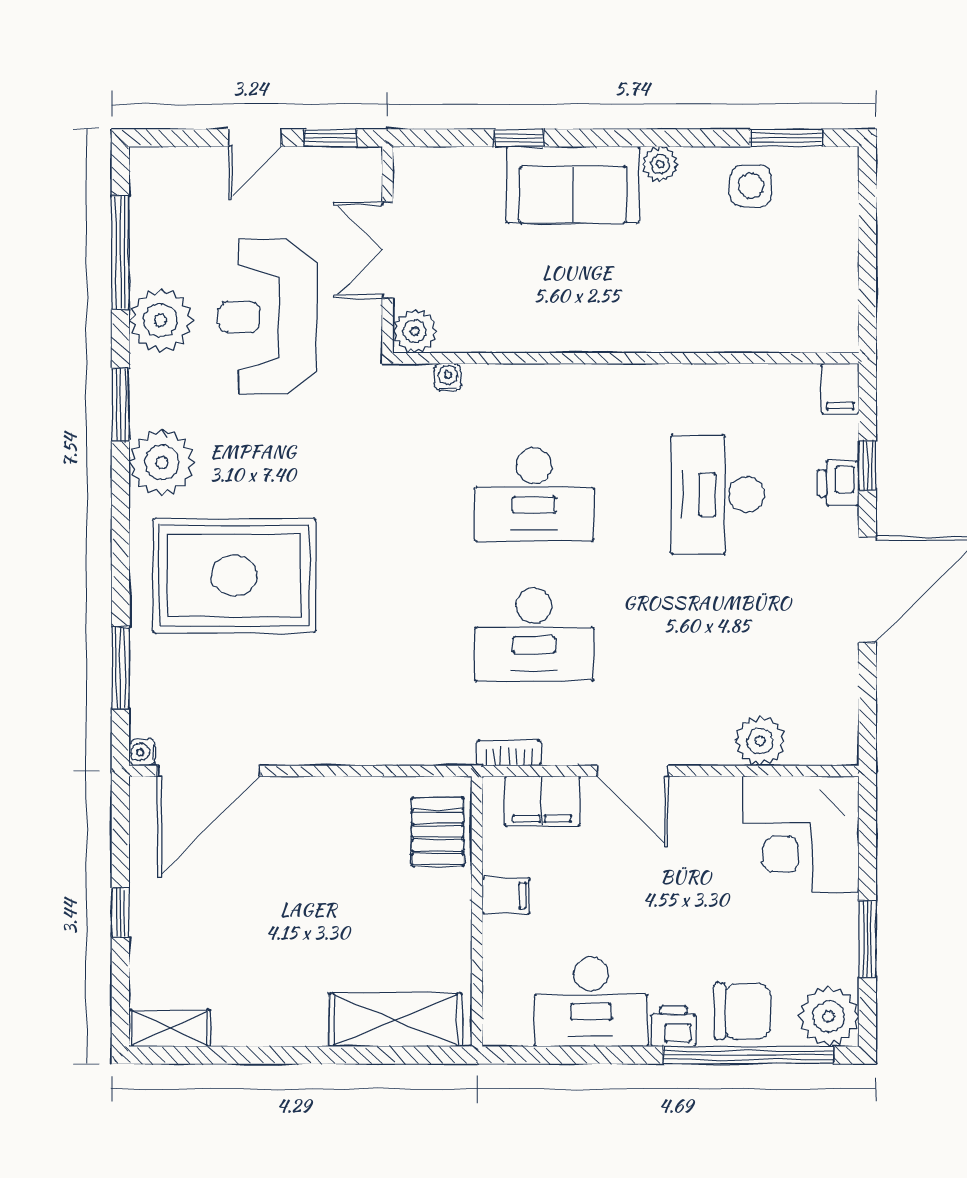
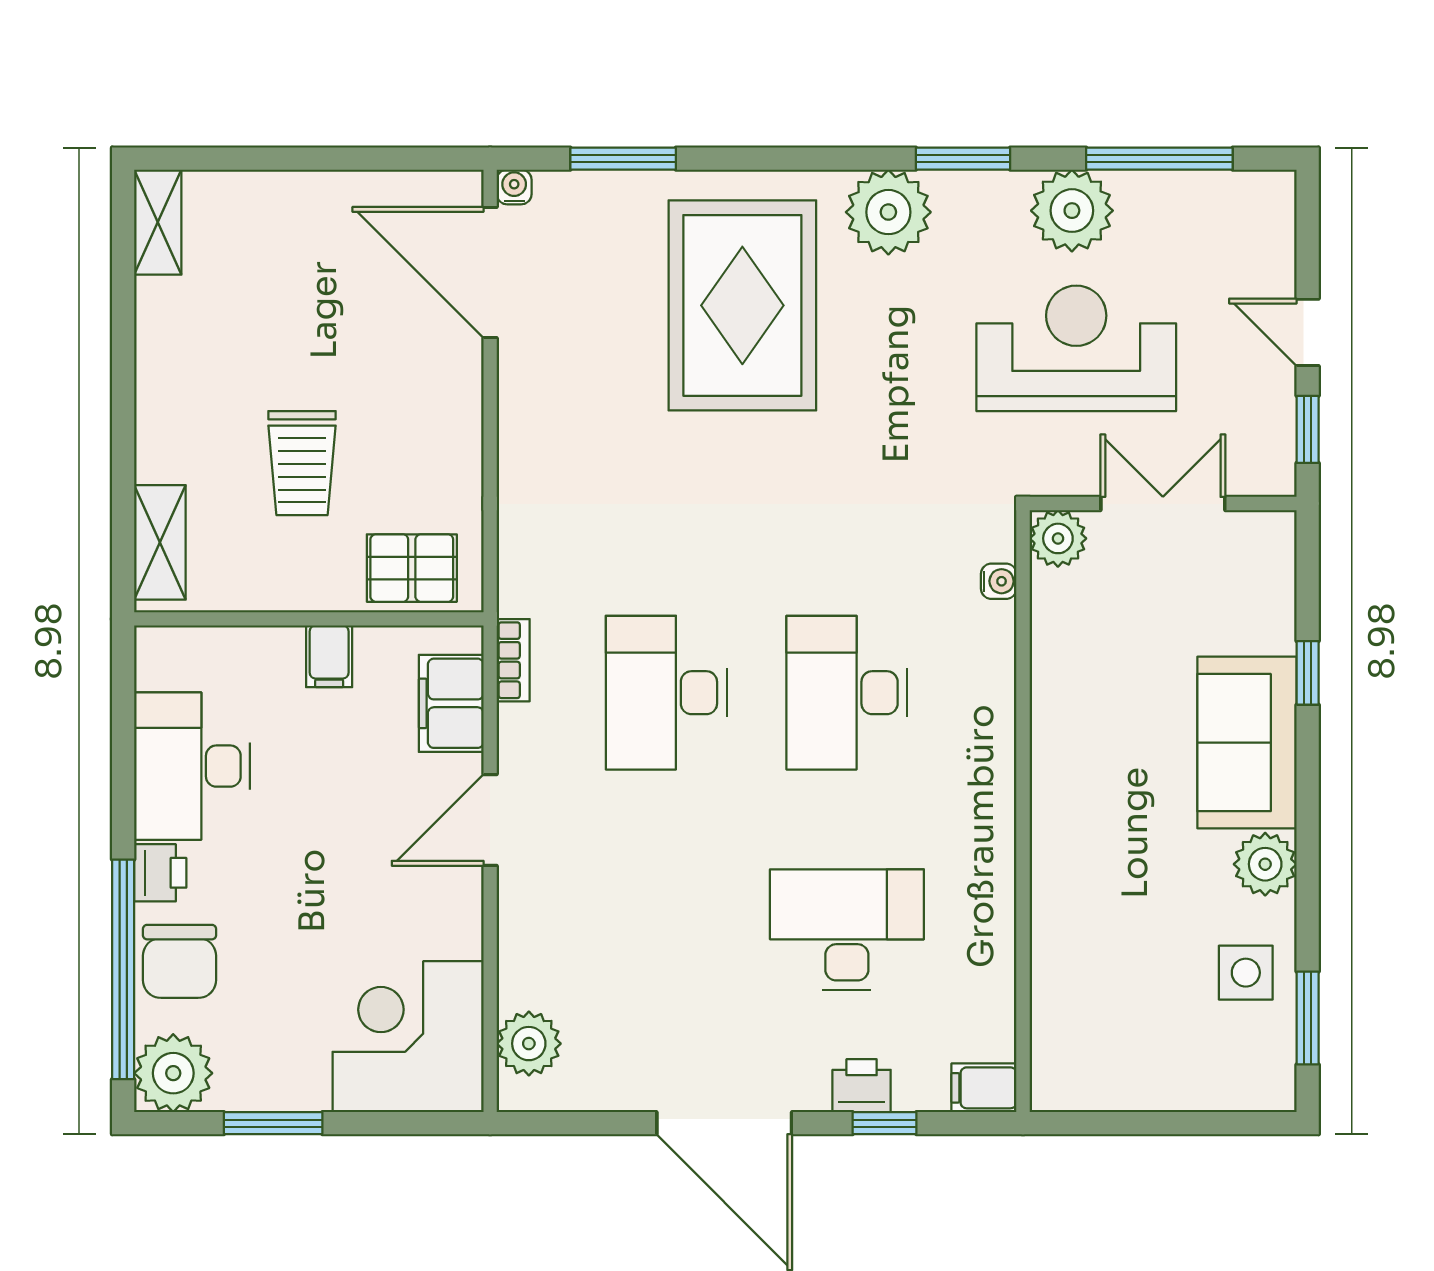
plant: (660, 164) -> (1265, 864), width x1.38, depth x1.38
plant: (760, 741) -> (529, 1044), moved
window: (120, 912) -> (307, 159), removed
trolley: (356, 917) -> (302, 463), added
shelving: (396, 1020) -> (160, 542), width x0.67, depth x0.75

